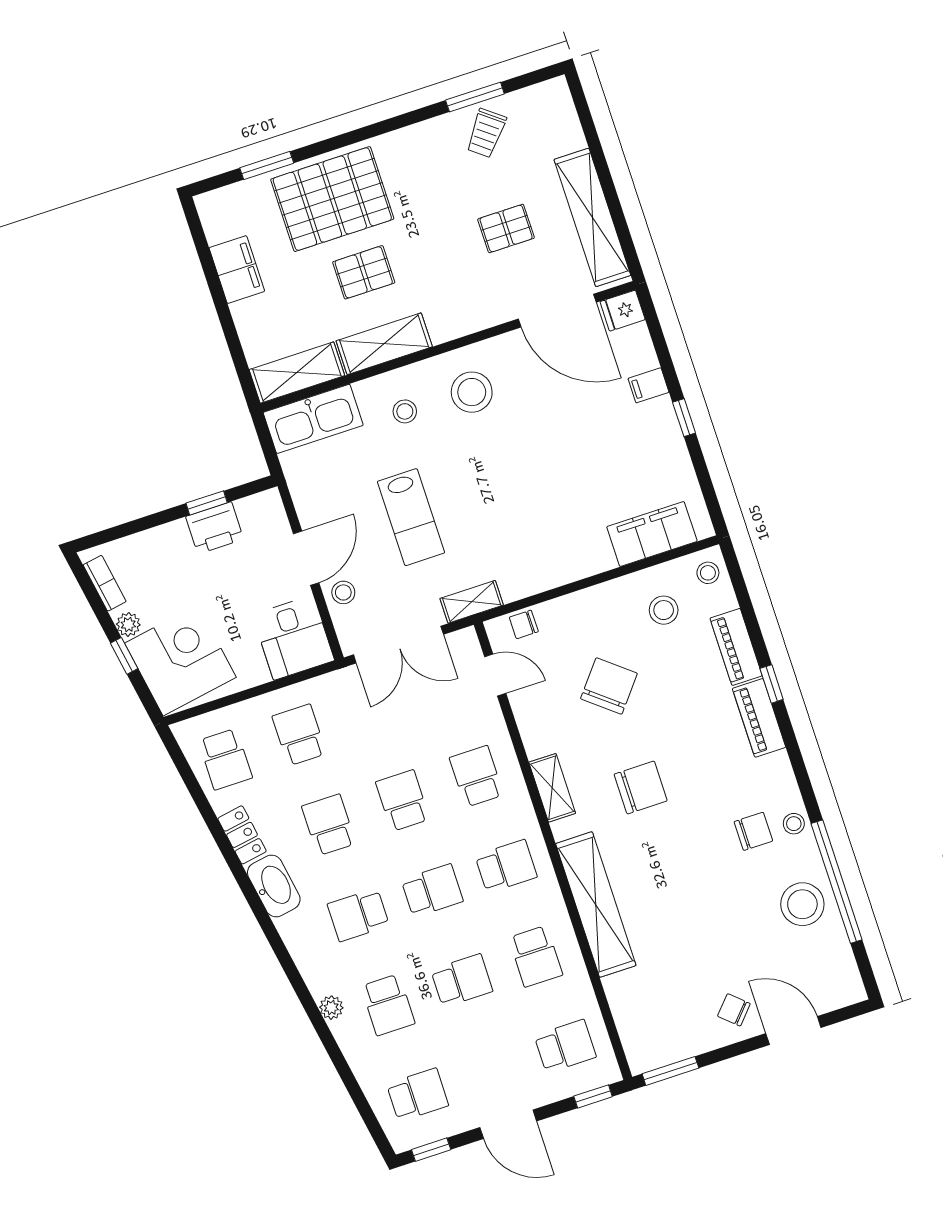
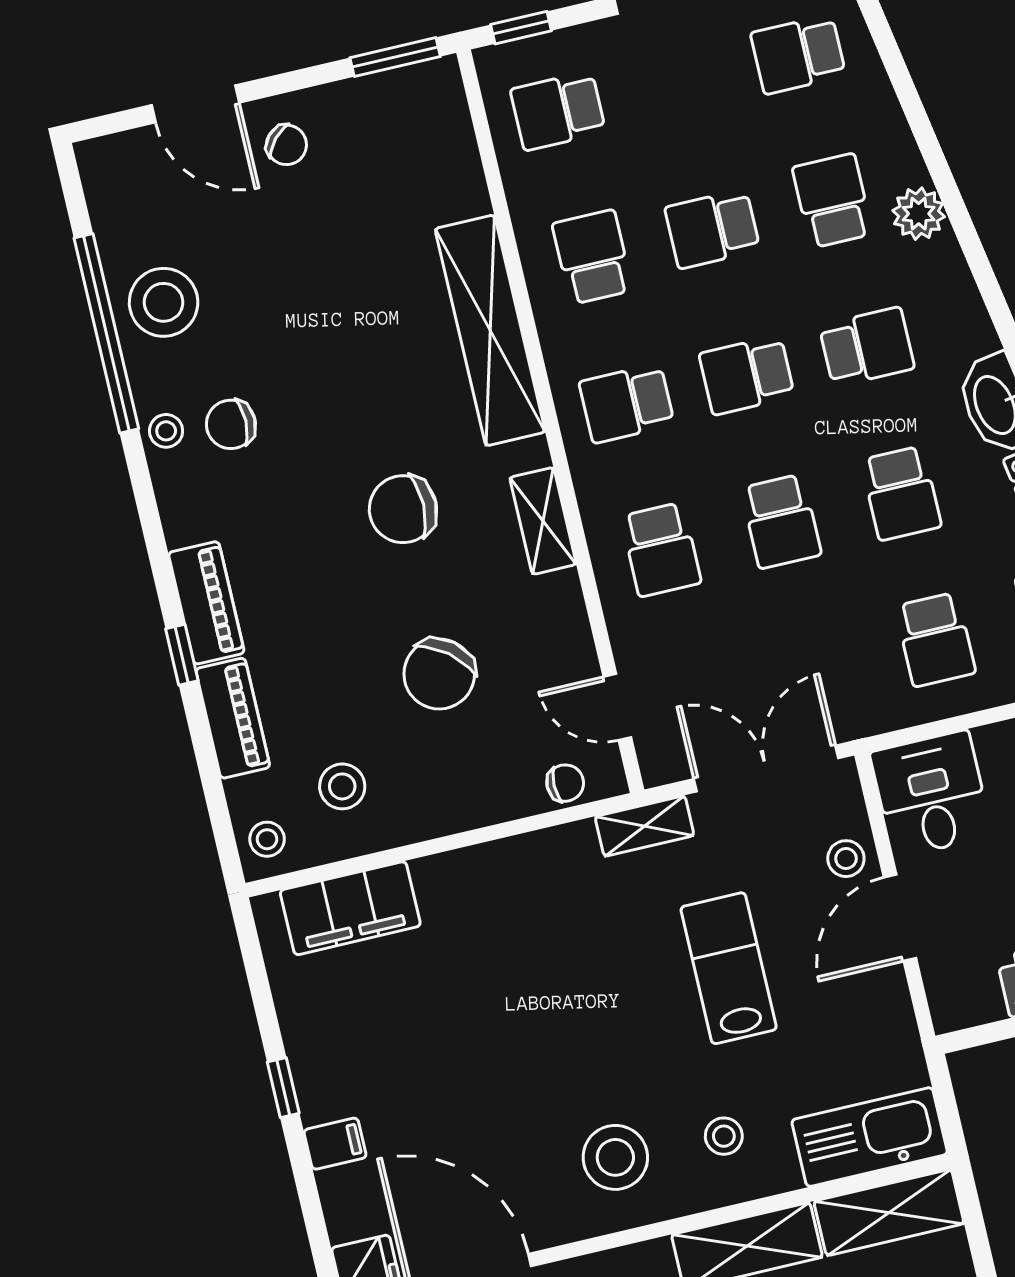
plant: (331, 1008) -> (919, 214), width x1.38, depth x1.38

